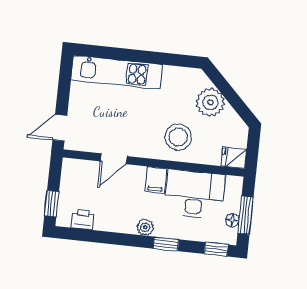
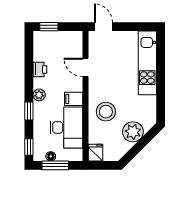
printer: (83, 220) -> (40, 69), moved

